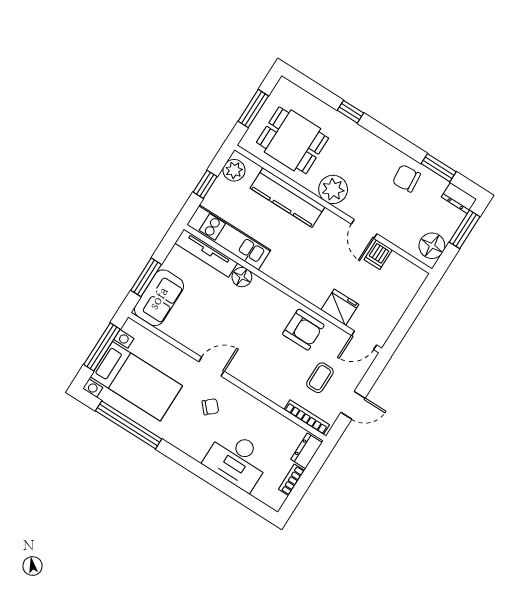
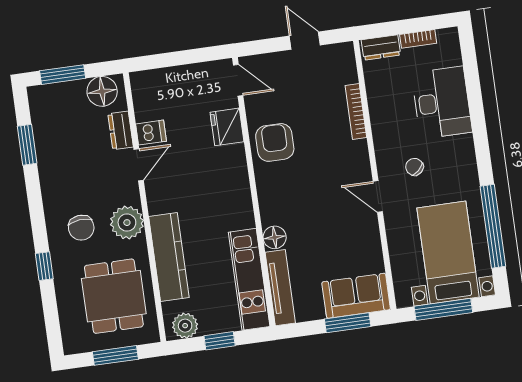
chair: (406, 178) -> (81, 228), moved
dresser: (459, 198) -> (121, 130), moved, turned 180
coffee table: (320, 378) -> (305, 91), removed
bookcase: (307, 417) -> (356, 112), moved

